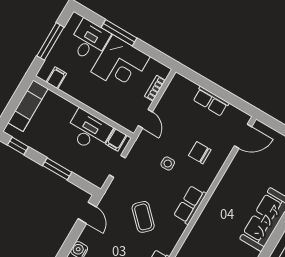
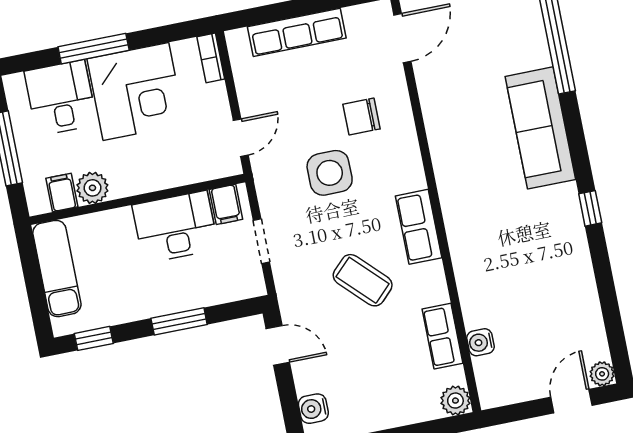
plant: (70, 87) -> (92, 188), added
bookcase: (155, 88) -> (211, 58), moved
row of seats: (211, 101) -> (297, 32), width x1.48
door: (145, 119) -> (241, 138), hinge flipped
side table: (168, 164) -> (330, 173), width x1.87, depth x1.87
row of seats: (190, 205) -> (419, 227), moved

